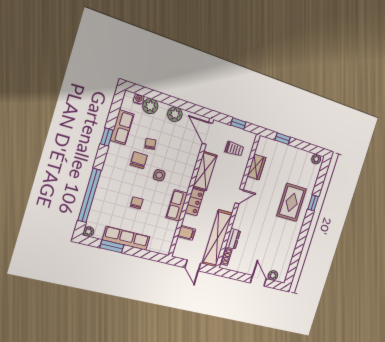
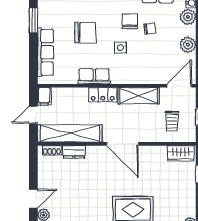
chair: (139, 160) -> (130, 22), turned -90
wardrobe: (256, 167) -> (181, 153), moved
door: (239, 196) -> (123, 144), width x1.88
chair: (137, 203) -> (85, 33), width x1.87, depth x1.87
filing cabinet: (187, 233) -> (44, 96), moved
row of seats: (126, 238) -> (45, 52), moved

